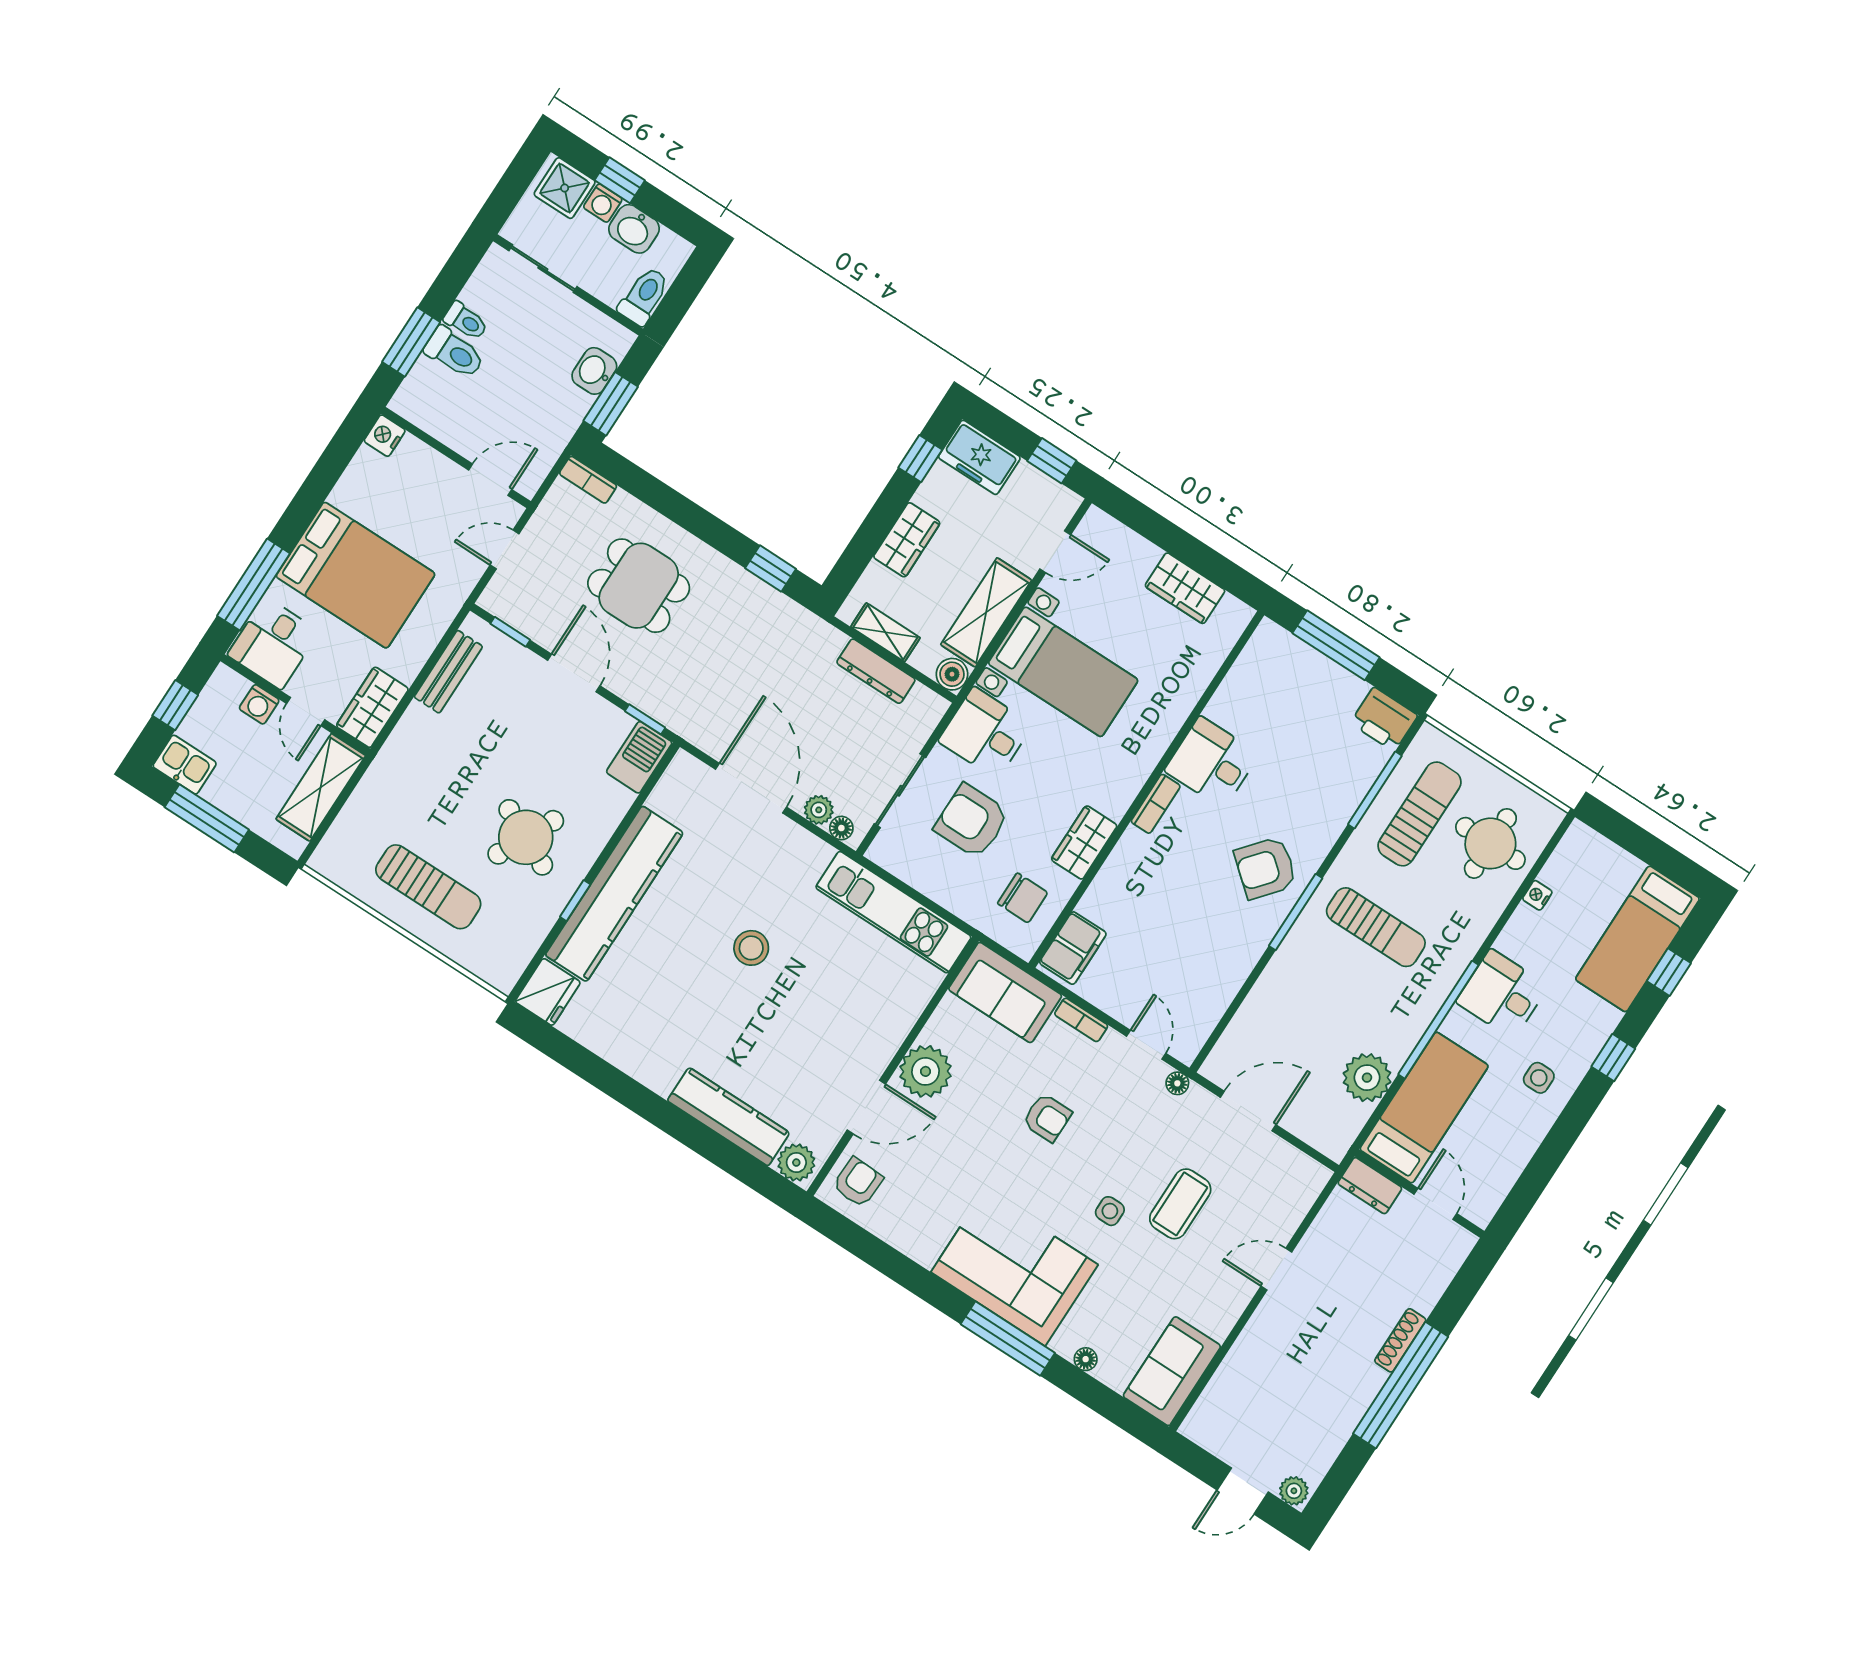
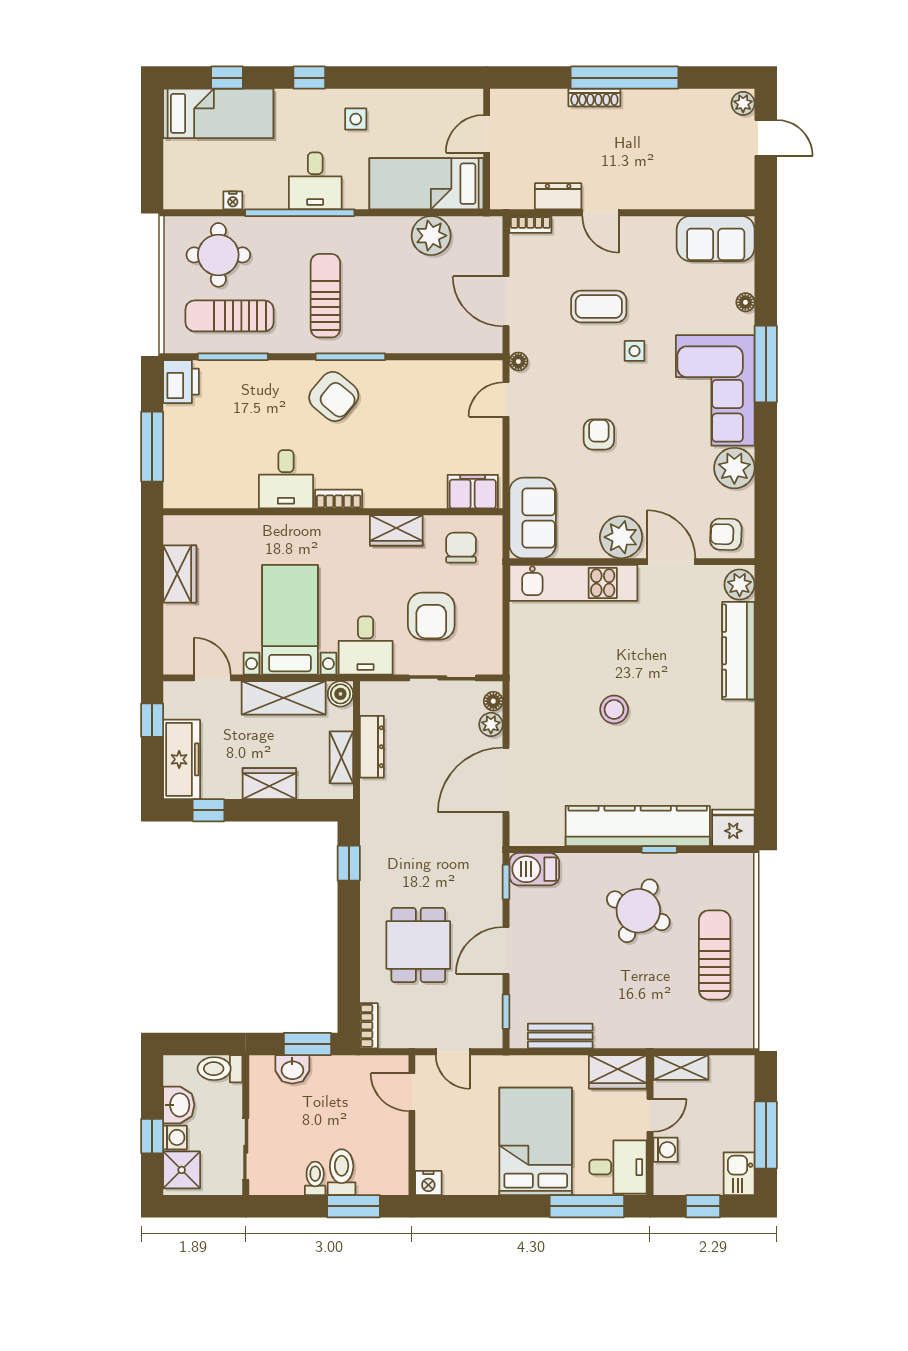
freezer: (979, 457) -> (182, 759), width x1.40
shelving: (321, 787) -> (681, 1067), width x0.67, depth x0.75
kitchen unit: (893, 912) -> (573, 583), moved, turned 90
bookcase: (1081, 1020) -> (530, 224), moved, turned 90
window: (1438, 1020) -> (300, 213), moved
dresser: (1370, 1186) -> (558, 196), moved, turned -90
plant: (921, 1236) -> (734, 468), added

